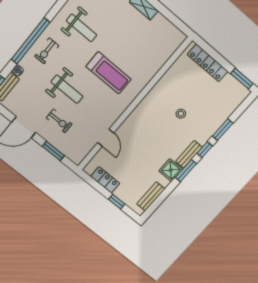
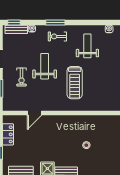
weight bench: (82, 28) -> (87, 46), turned 180
window: (30, 41) -> (55, 23), width x0.47
weight bench: (67, 89) -> (45, 66), turned 180

